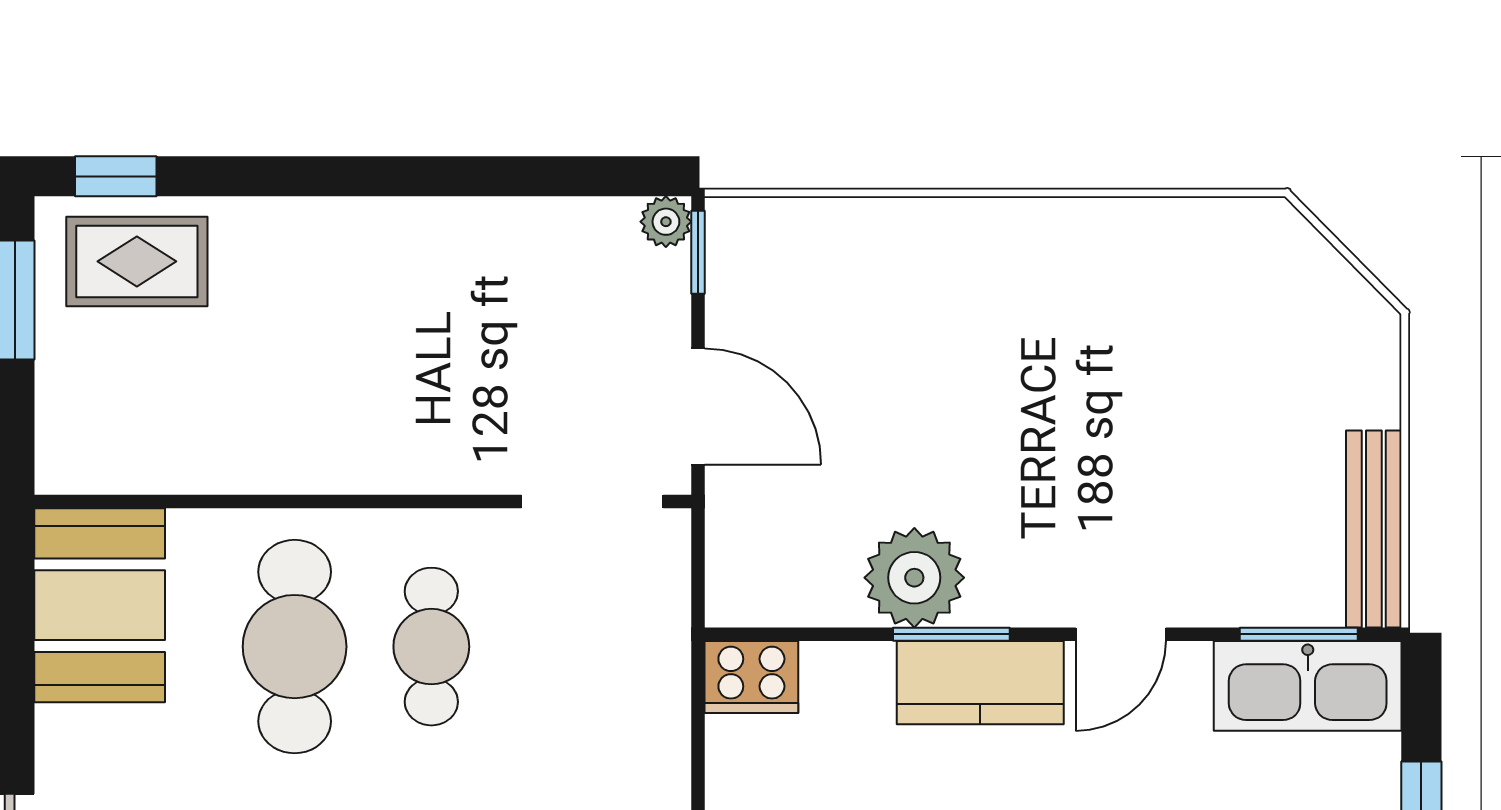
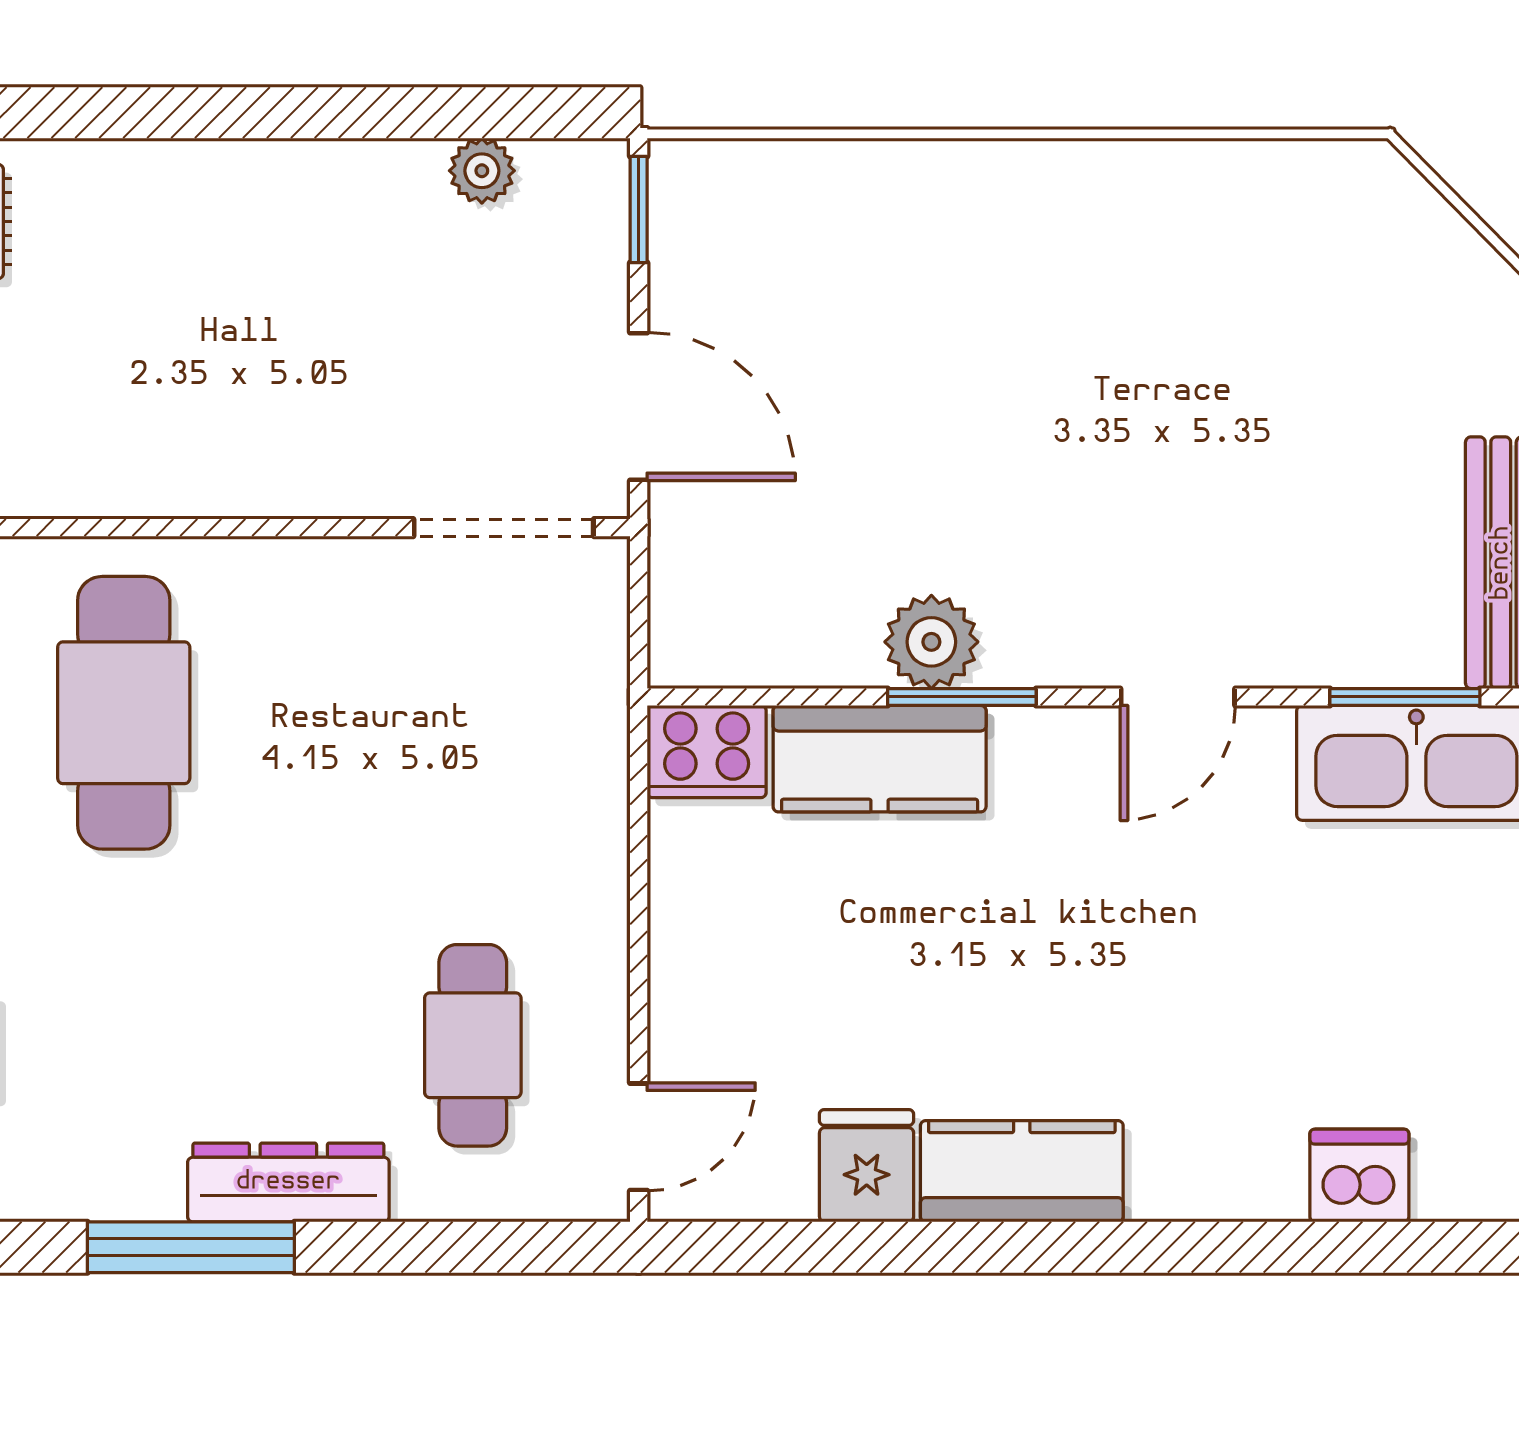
plant: (666, 222) -> (482, 171), moved
plant: (914, 578) -> (931, 642), width x0.73, depth x0.73
cafe table: (431, 647) -> (298, 713), removed
kitchen counter: (980, 683) -> (880, 759), moved

